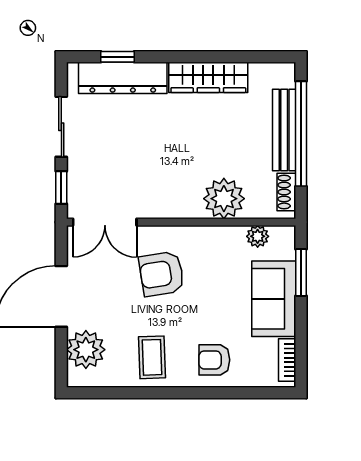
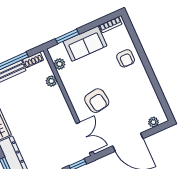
plant: (224, 199) -> (51, 81), width x0.53, depth x0.53
plant: (86, 350) -> (153, 122), width x0.53, depth x0.53
coffee table: (152, 357) -> (137, 88), removed

